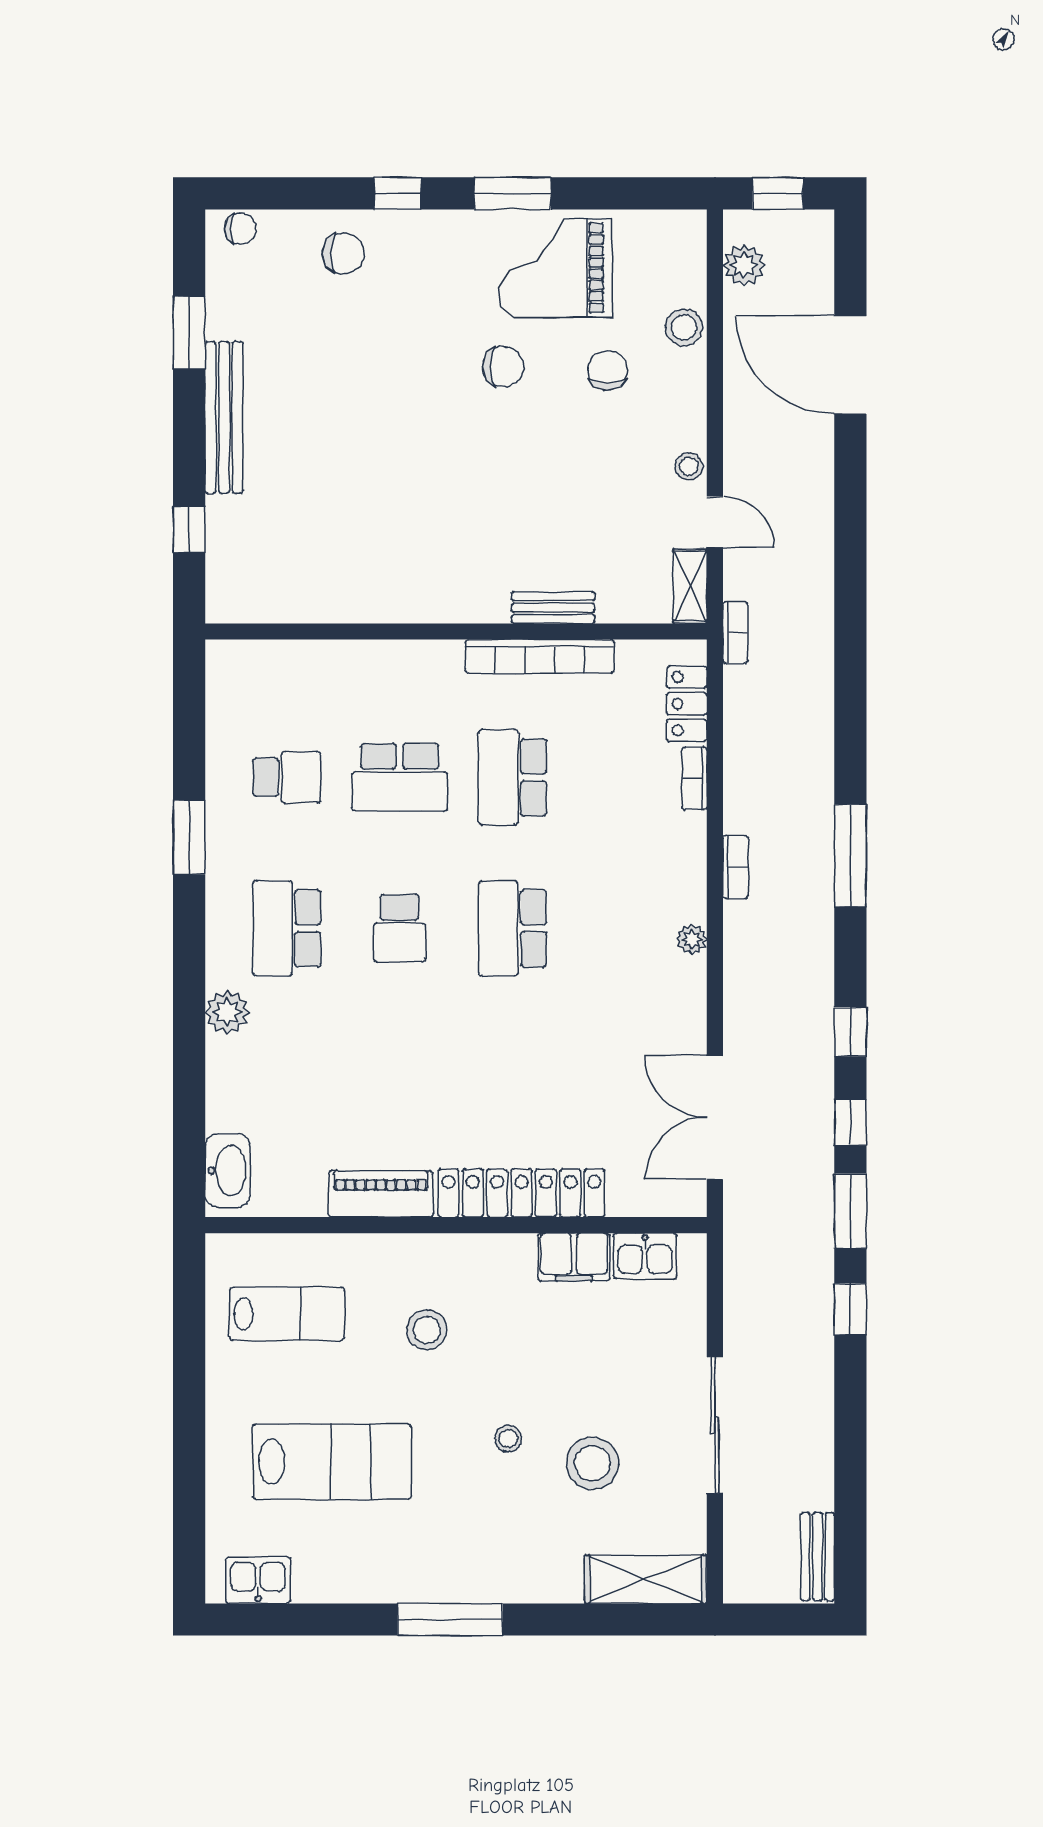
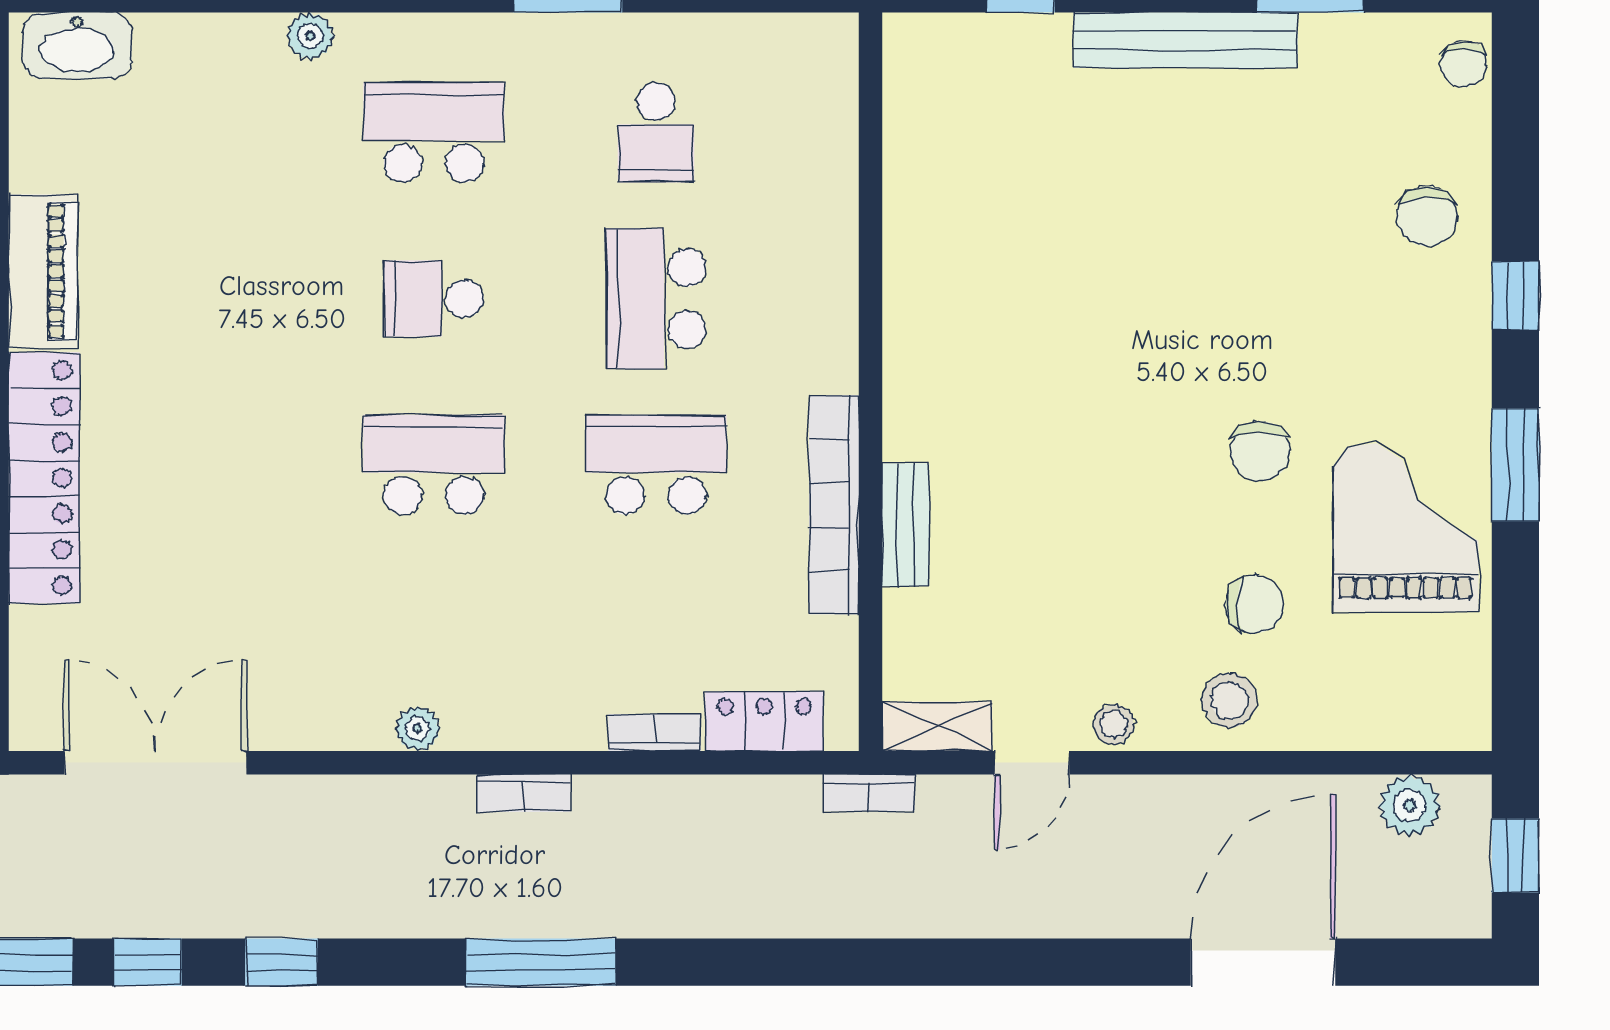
stool: (684, 327) -> (1229, 700), moved
plant: (227, 1012) -> (310, 36), width x0.73, depth x0.73

